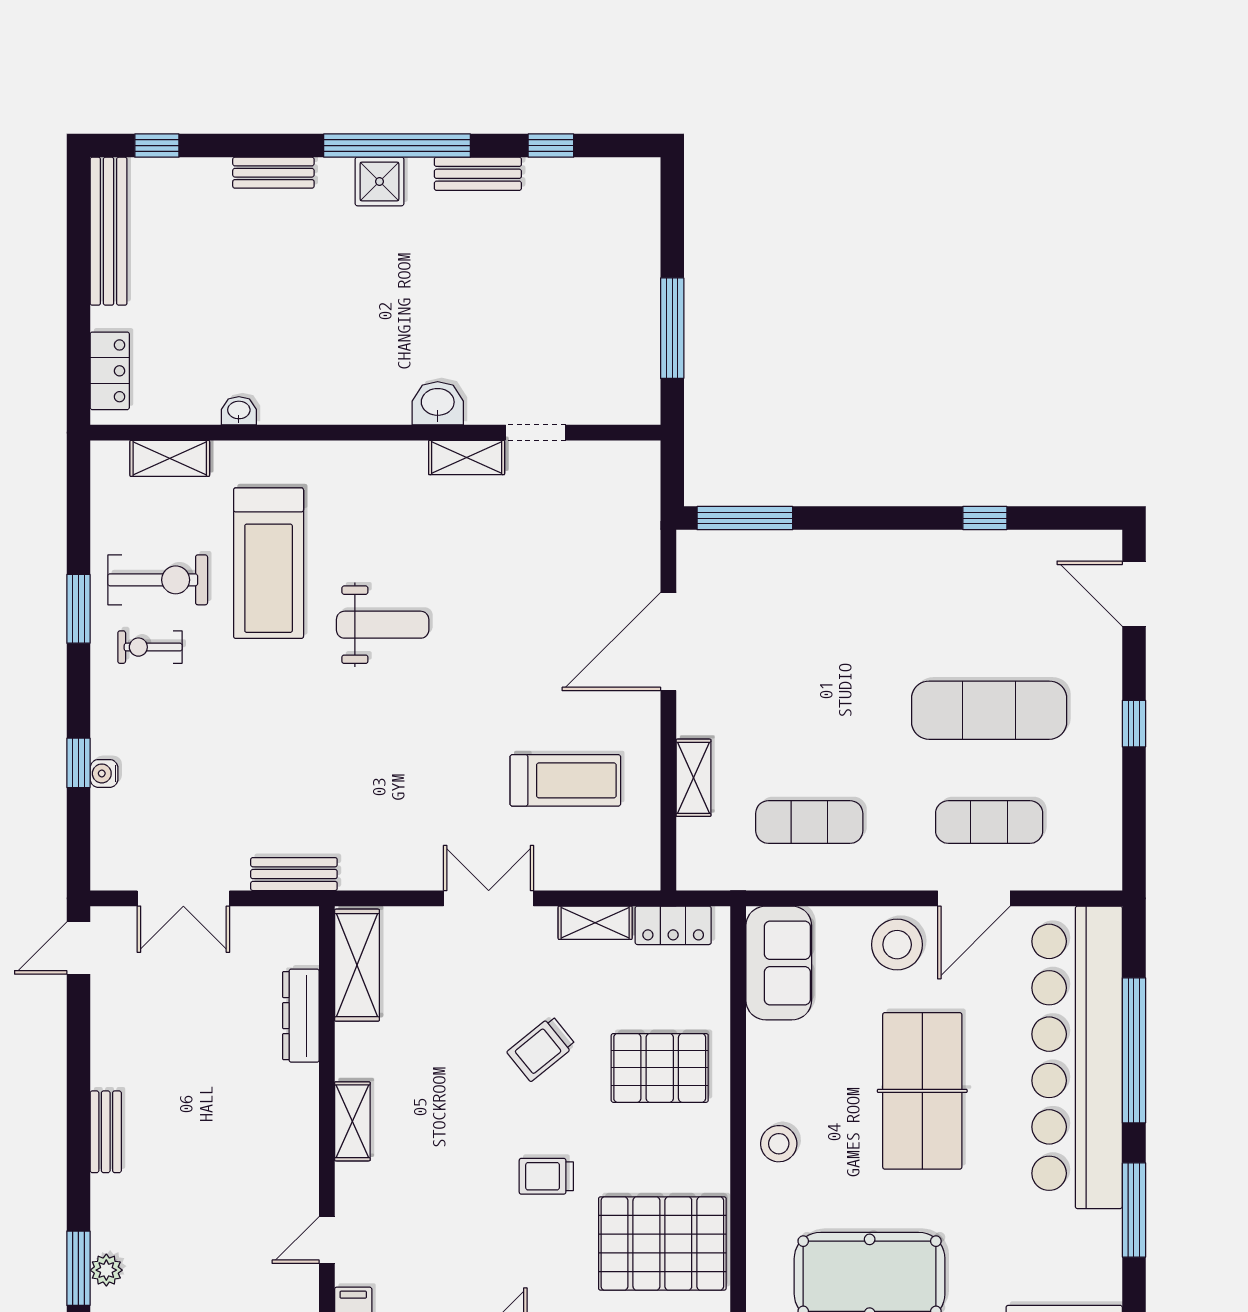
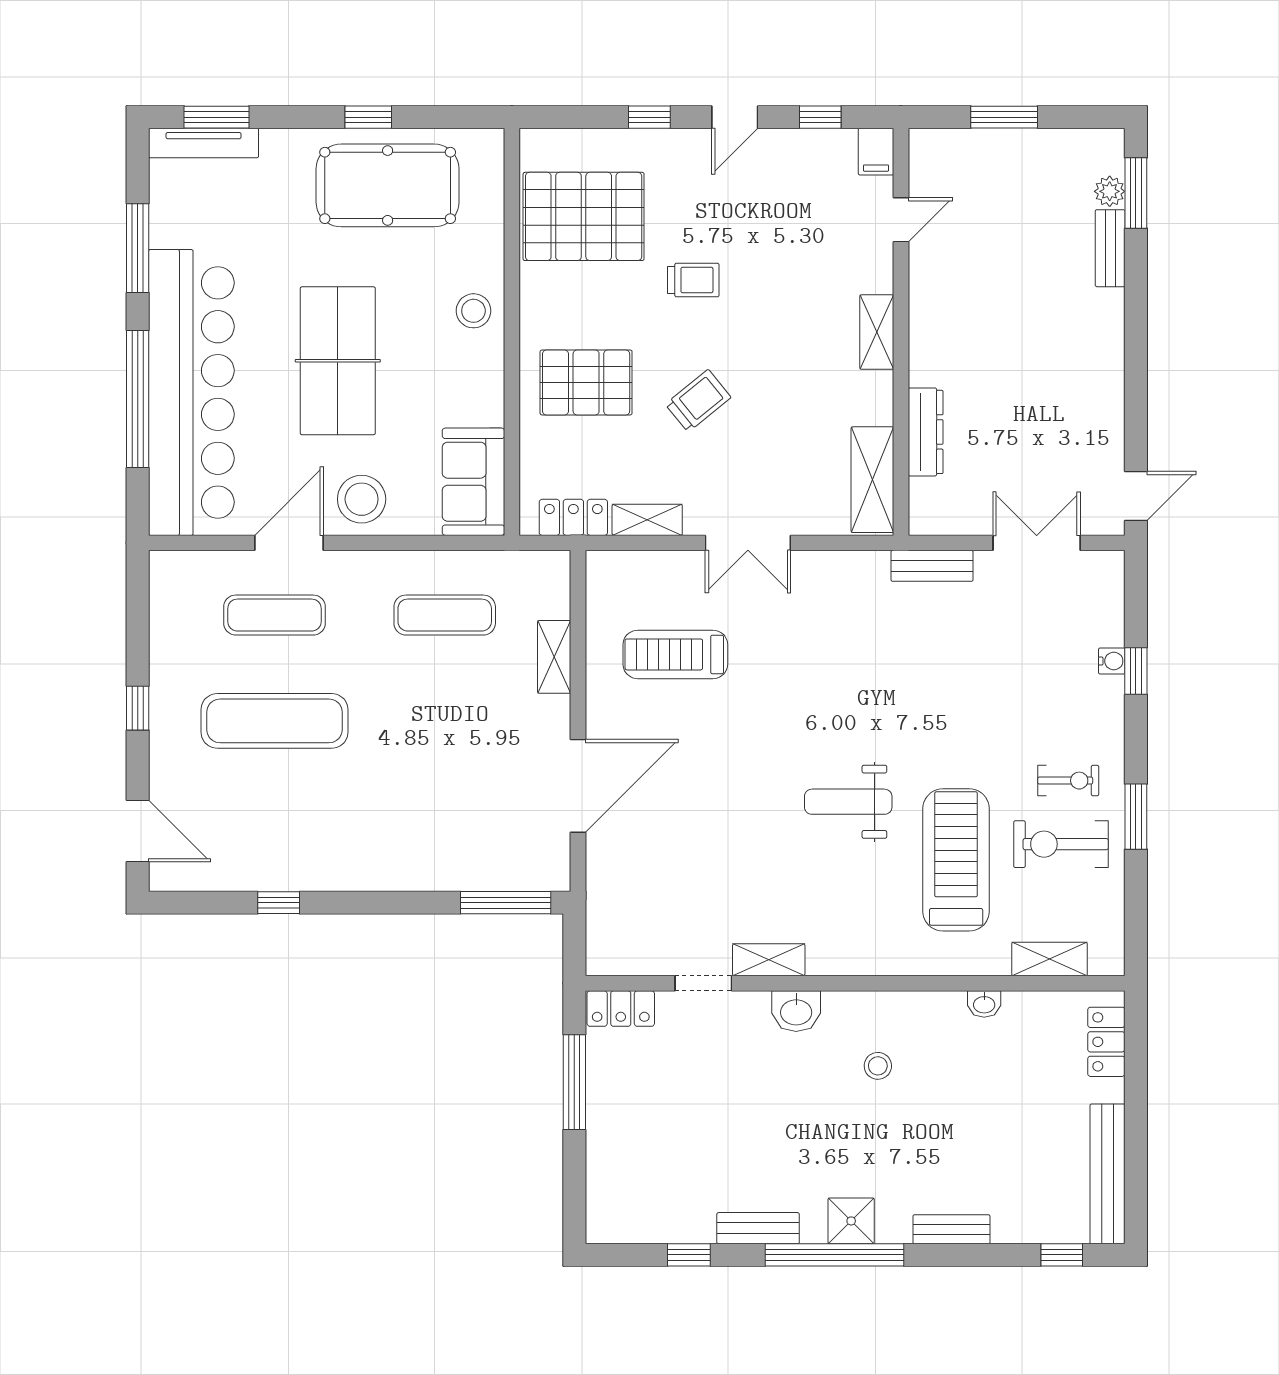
stool: (351, 345) -> (878, 1066), added
locker: (623, 406) -> (621, 1009), added
bench: (106, 1132) -> (1110, 248), moved

